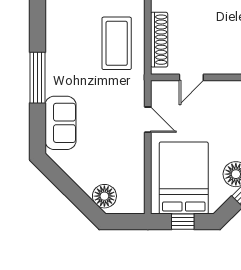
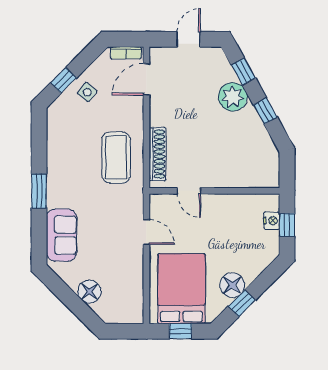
door: (191, 77) -> (189, 191), hinge flipped
window: (37, 78) -> (39, 191), width x0.69
floor lamp: (104, 196) -> (89, 292), moved

